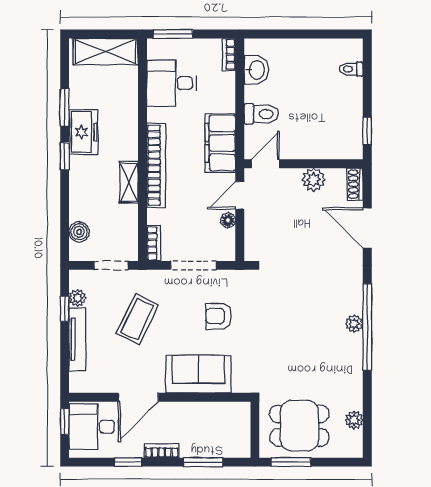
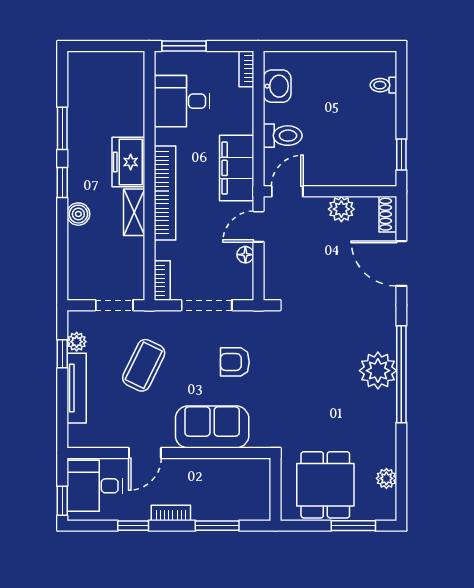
shelving: (105, 51) -> (108, 65), removed
freezer: (83, 132) -> (128, 162), moved, turned 180
boiler: (79, 232) -> (78, 214), moved
plant: (354, 324) -> (378, 371), width x1.88, depth x1.88
door: (138, 397) -> (145, 453), width x0.73
window: (65, 422) -> (62, 501), moved
dining table: (299, 426) -> (325, 485), turned 90
window: (291, 462) -> (353, 526), moved

